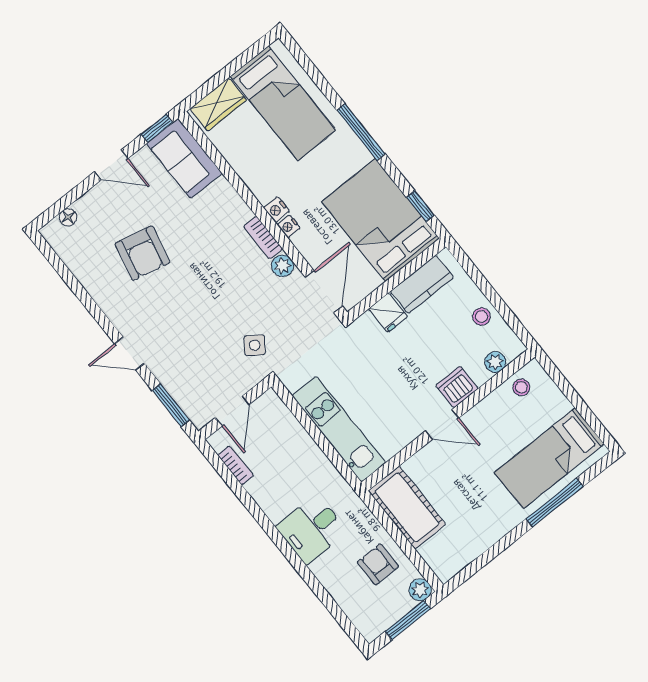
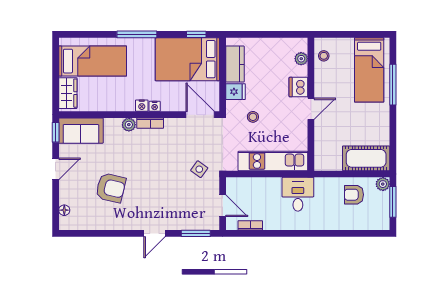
plant: (283, 266) -> (129, 125), moved
stool: (481, 317) -> (253, 117), moved
cot: (407, 507) -> (366, 158), moved
desk: (312, 529) -> (298, 194), moved, turned 180

